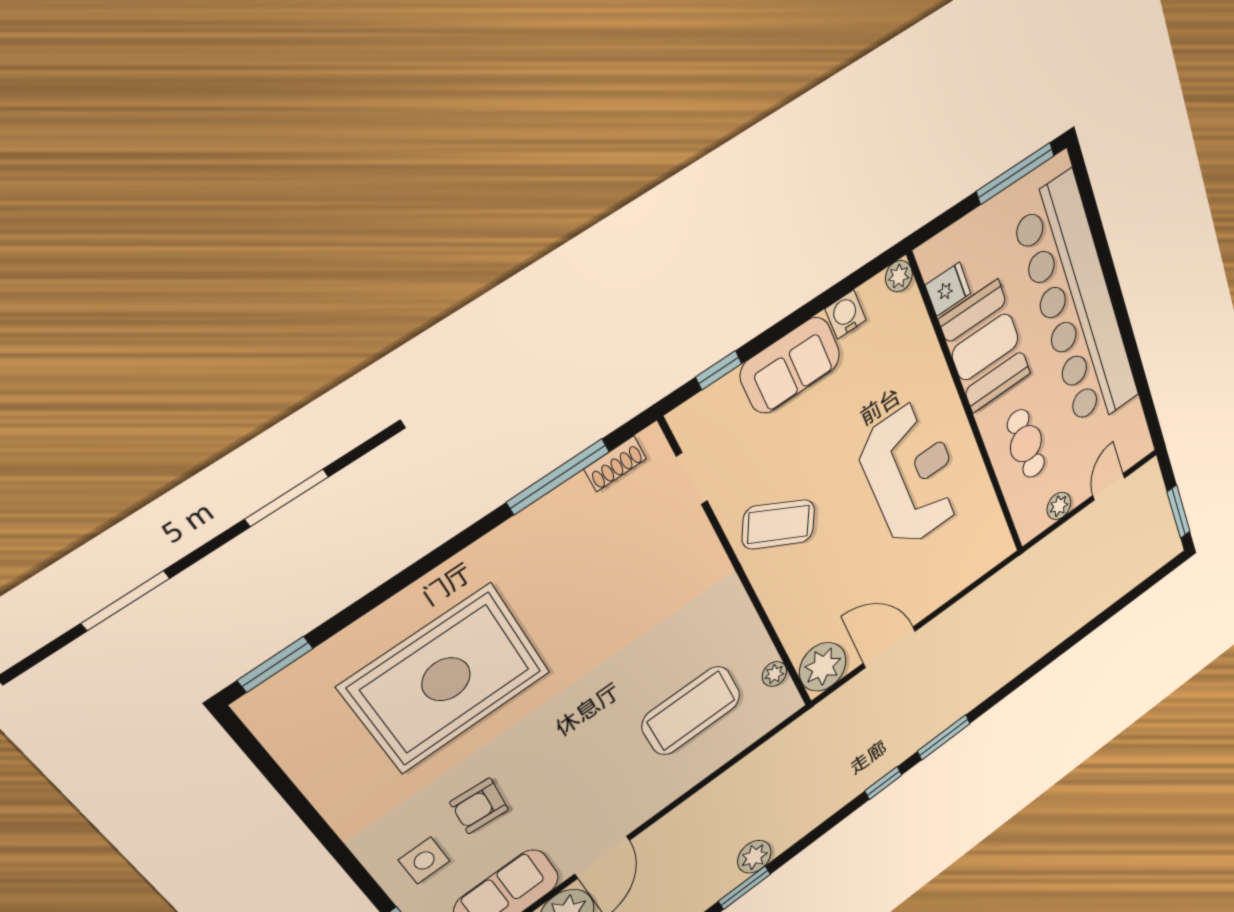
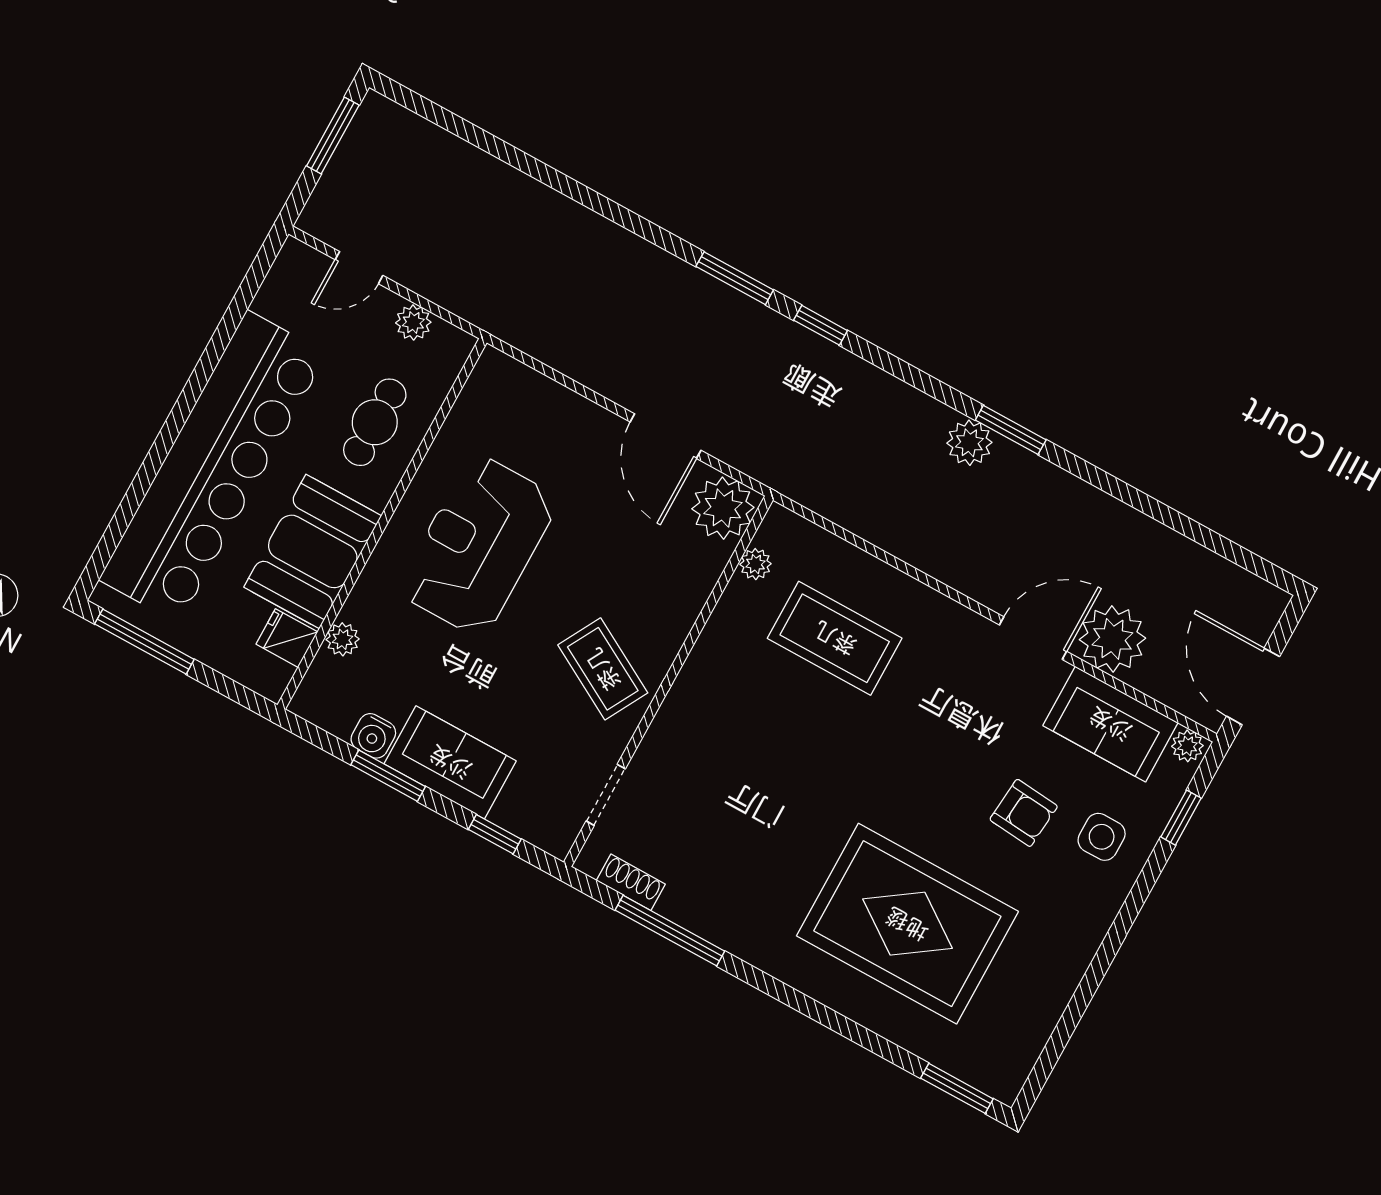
plant: (899, 276) -> (343, 639), moved
window: (812, 308) -> (388, 776), added

